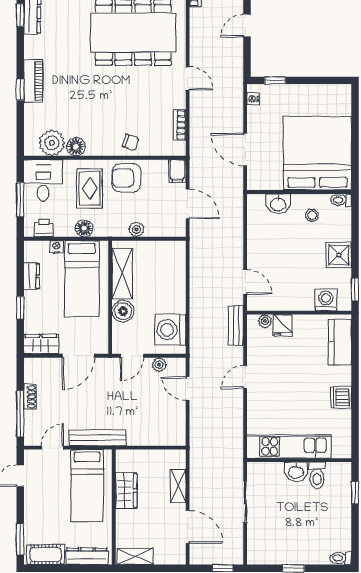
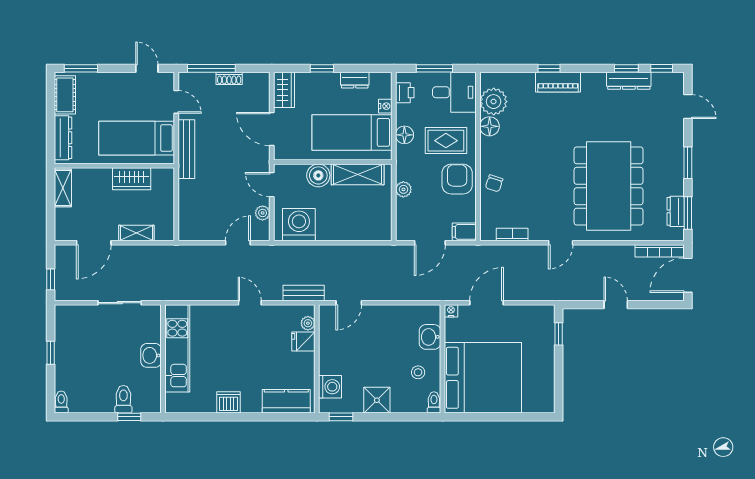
nightstand: (253, 99) -> (451, 311), moved
toilet: (317, 475) -> (123, 399), moved, turned 90

